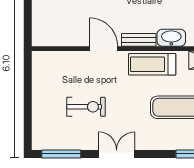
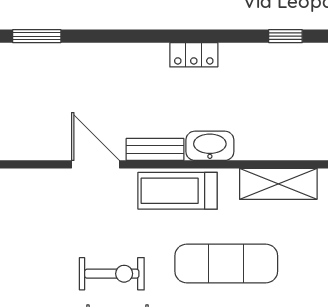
exercise bike: (86, 107) -> (112, 274), moved

